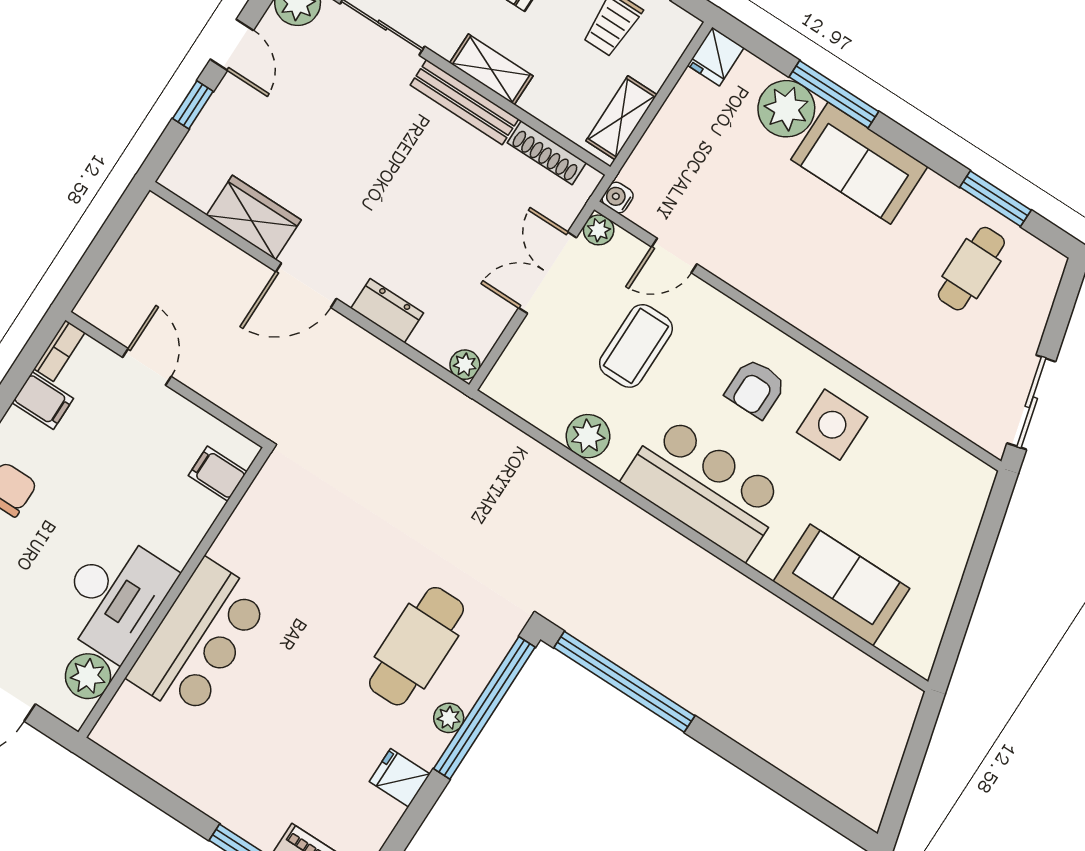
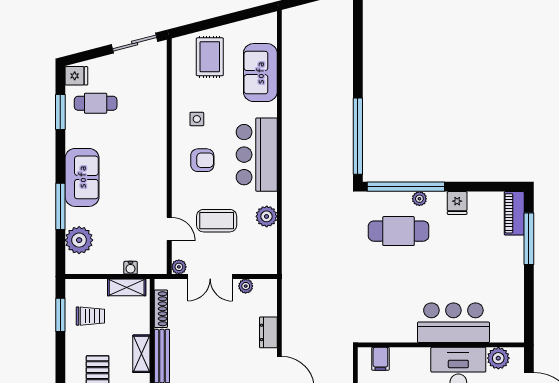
fridge: (716, 57) -> (76, 76), moved
plant: (786, 109) -> (79, 240), moved
water cooler: (618, 197) -> (131, 268), moved
plant: (465, 365) -> (246, 286), moved
side table: (832, 425) -> (197, 119), width x0.54, depth x0.54
rug: (925, 516) -> (210, 57), added

